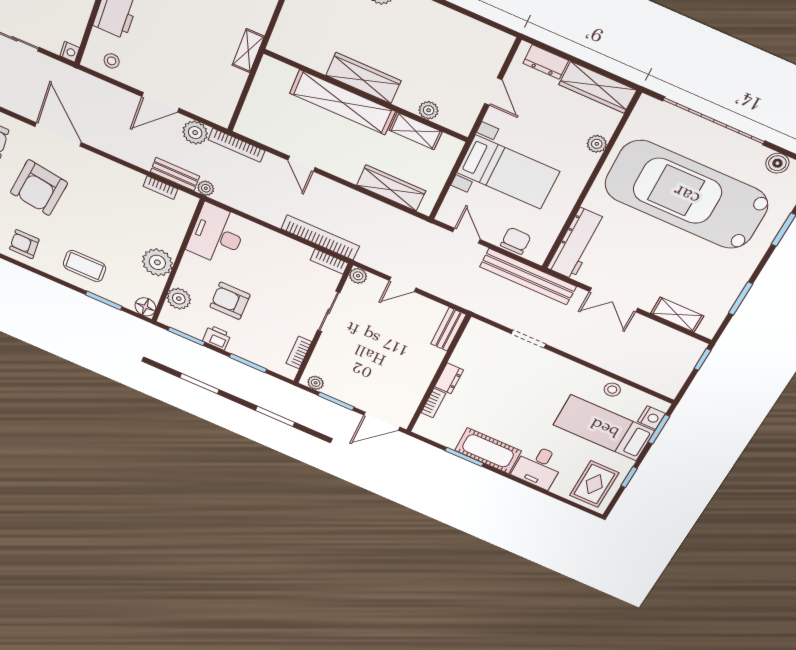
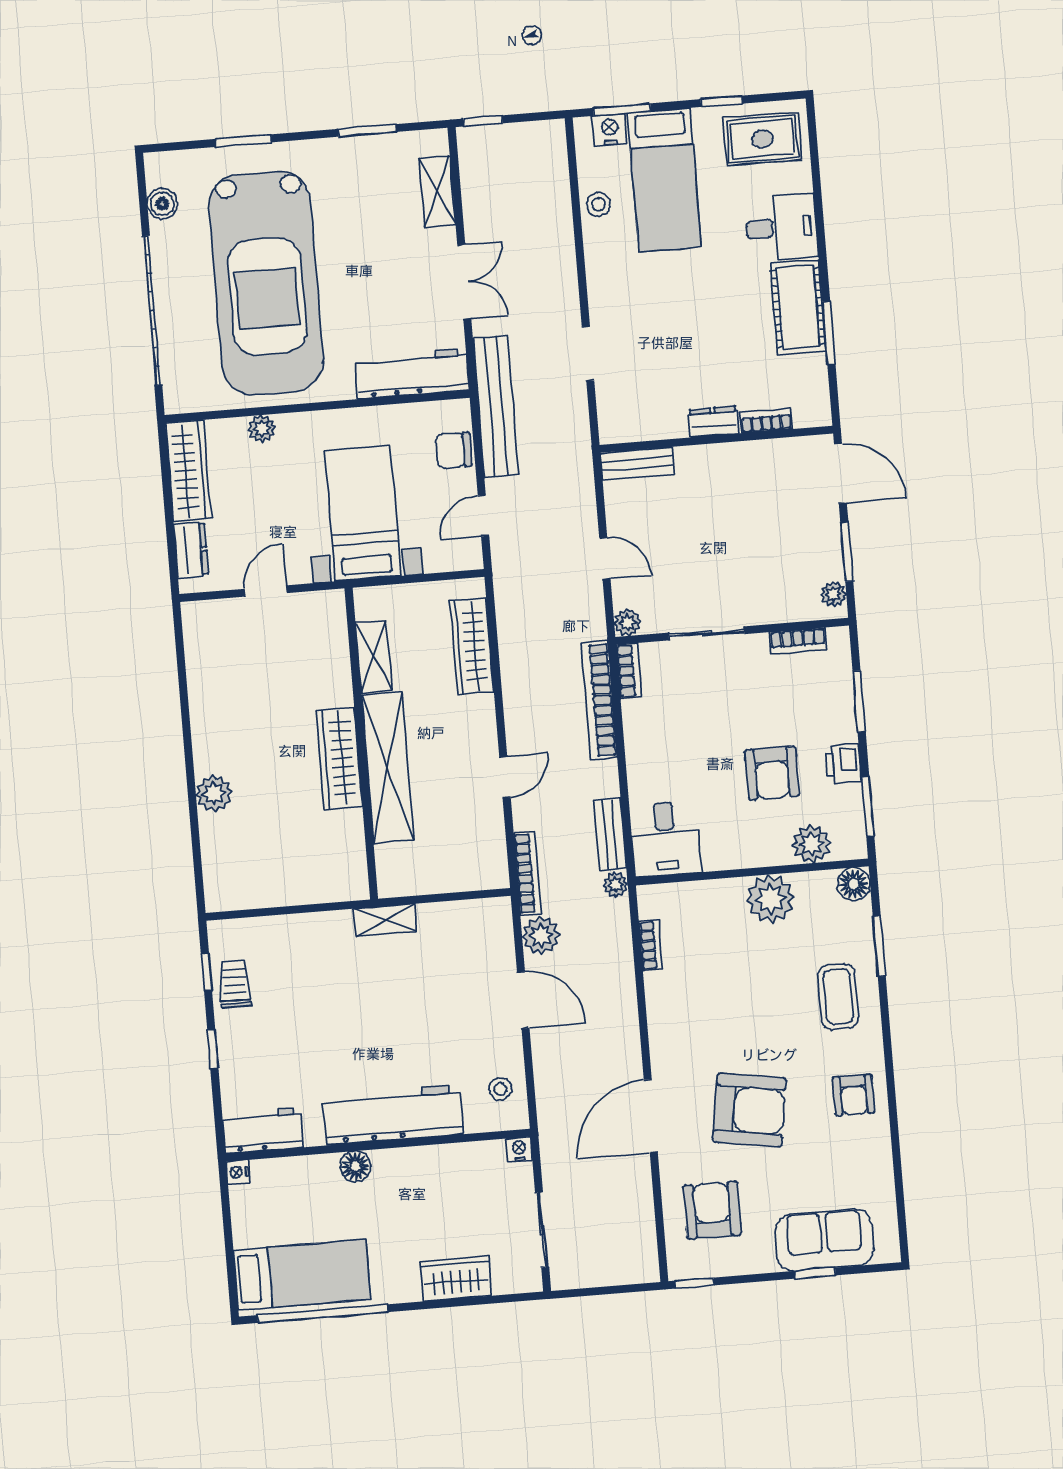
plant: (429, 110) -> (336, 656), removed
bench: (175, 174) -> (610, 834), moved
desk: (217, 235) -> (666, 839), width x0.73

